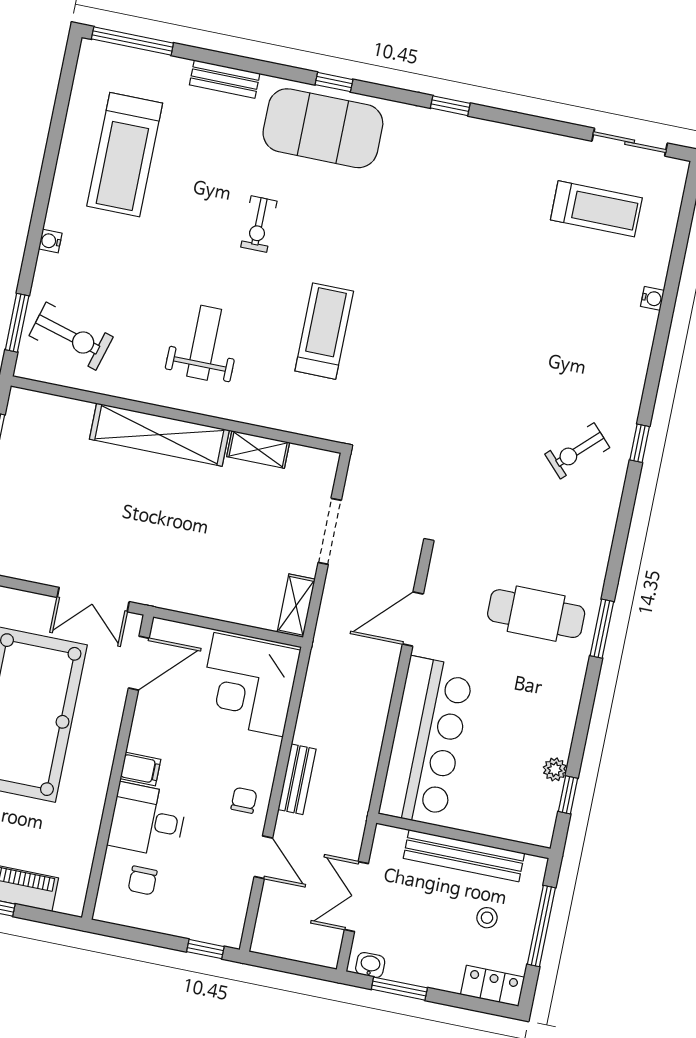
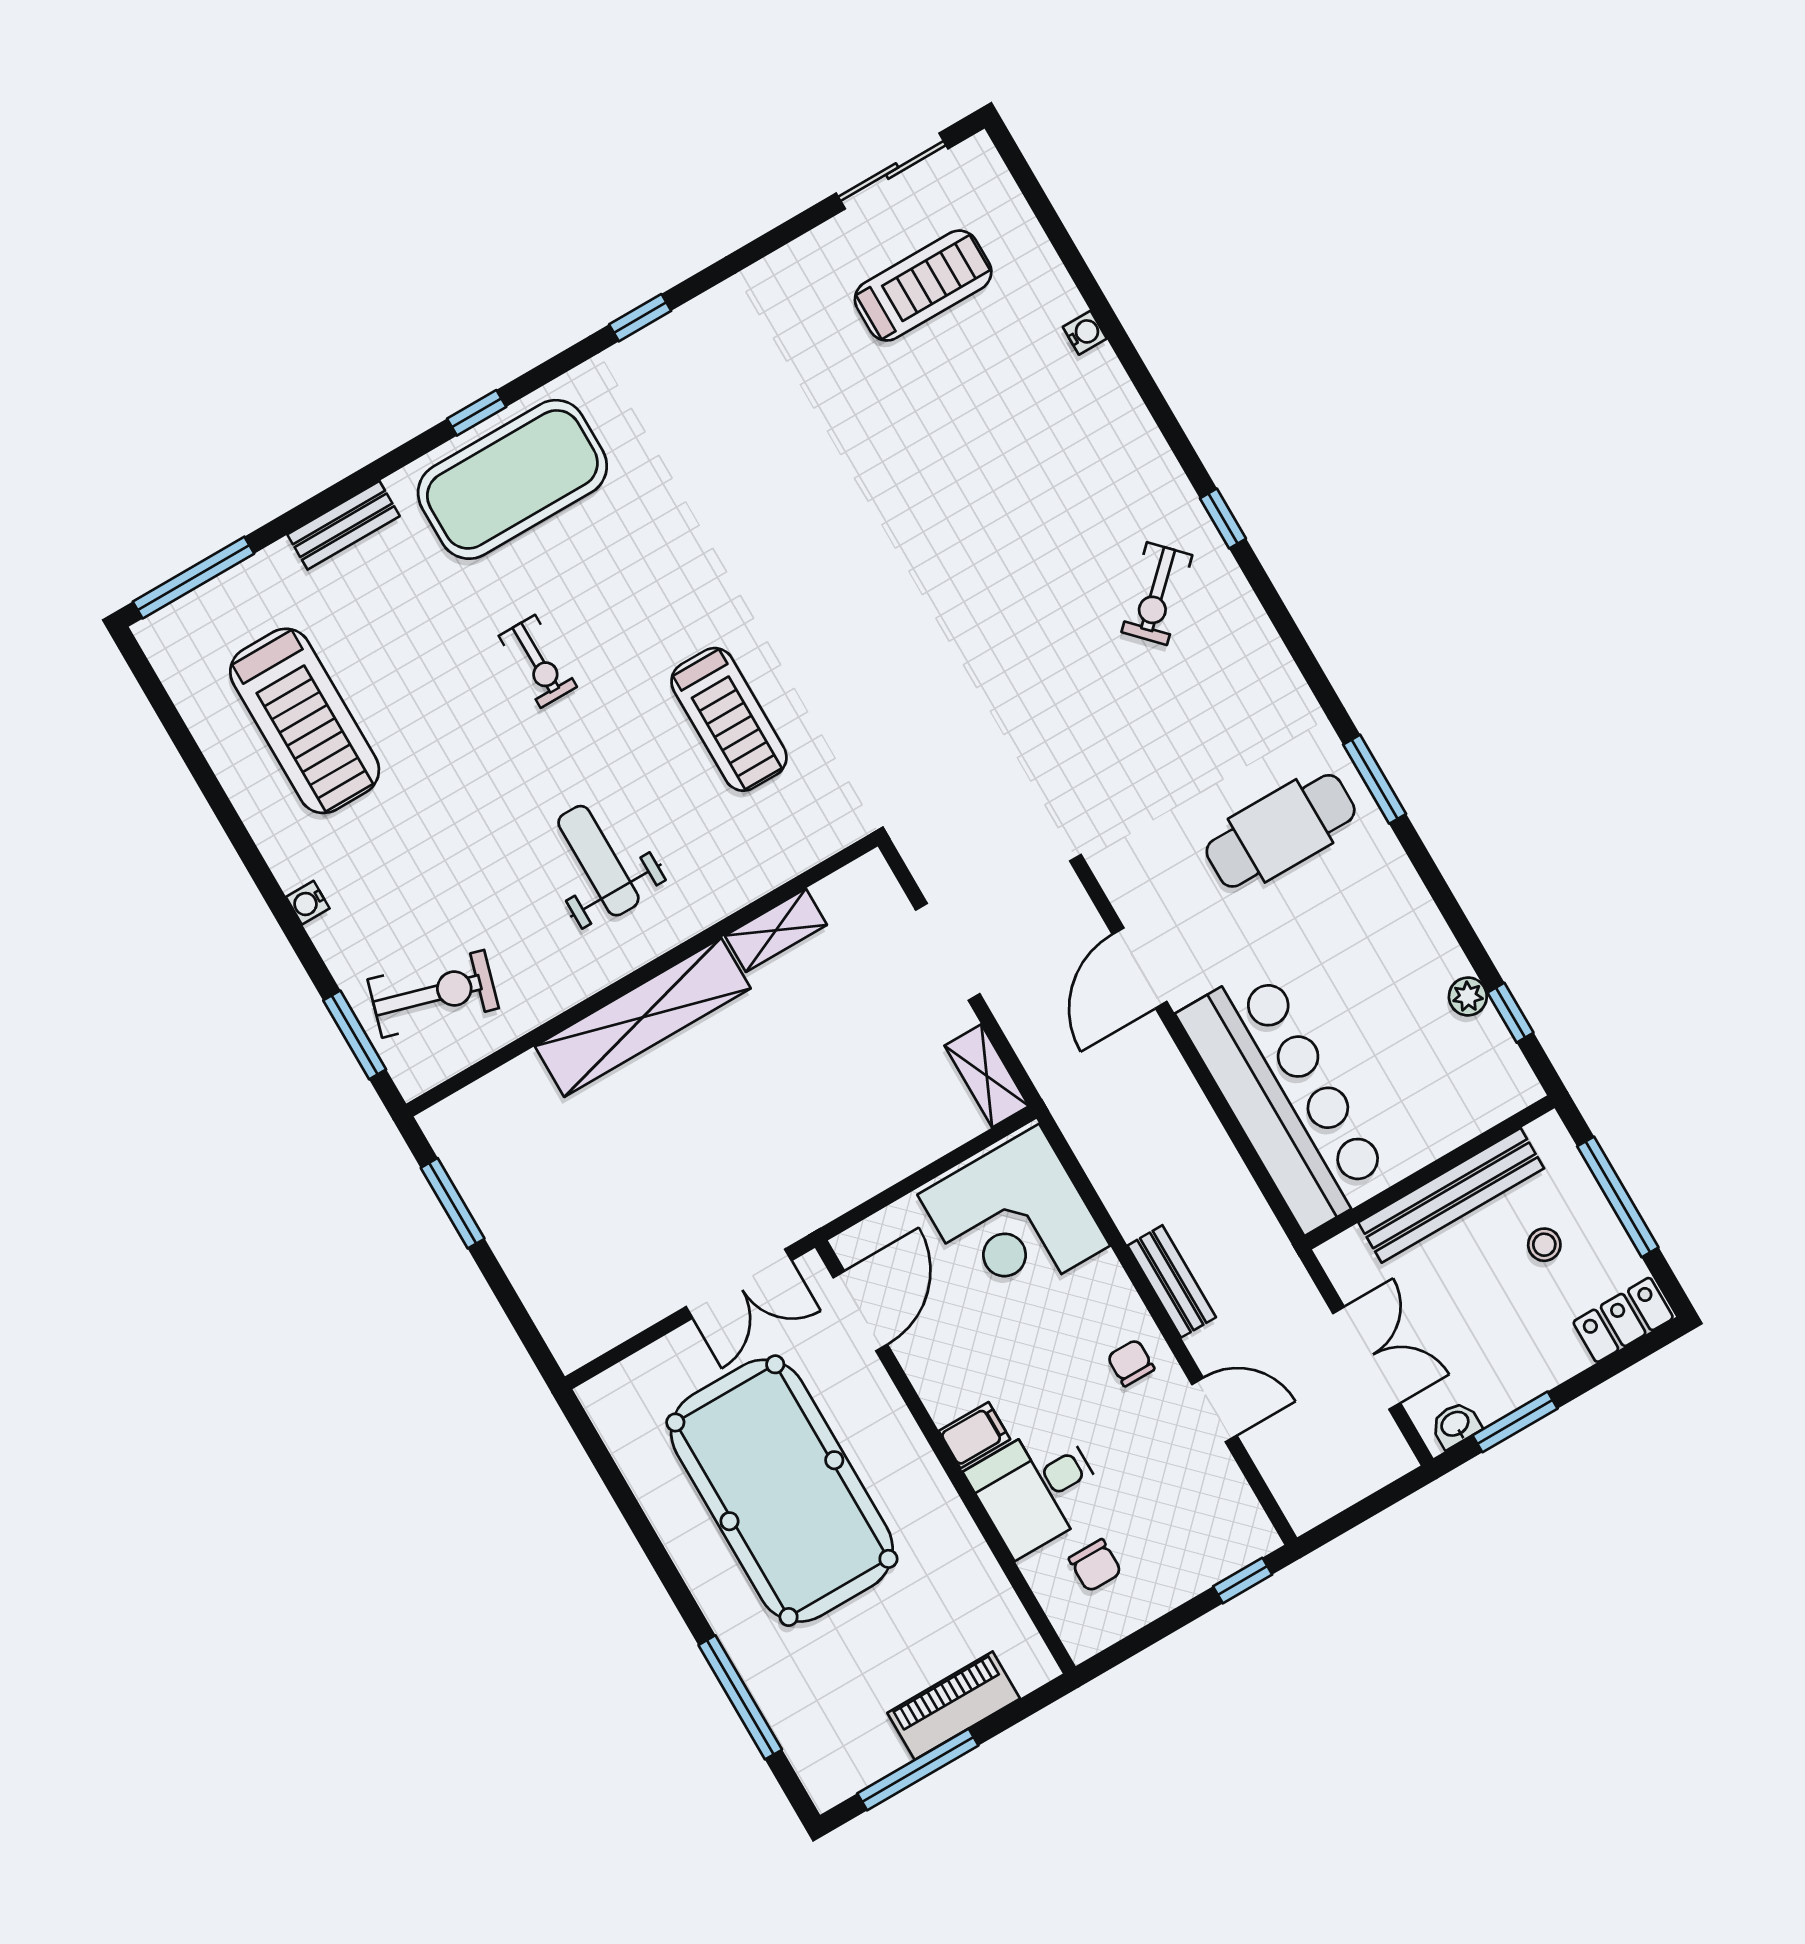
treadmill: (324, 331) -> (729, 719), turned 180
double door: (356, 897) -> (1367, 1358), swing flipped

